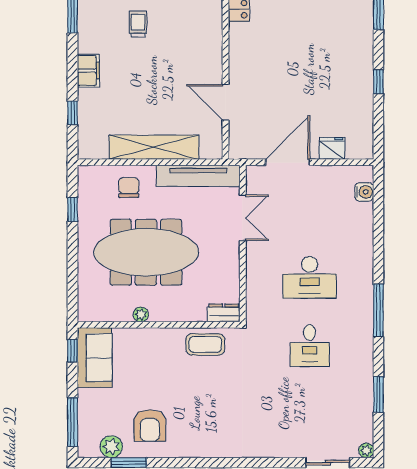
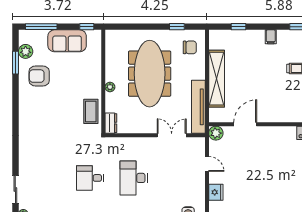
filing cabinet: (88, 71) -> (271, 37), width x0.50
plant: (239, 148) -> (216, 133), added
door: (288, 162) -> (207, 164), width x0.53
chair: (129, 188) -> (190, 47), moved
double door: (243, 218) -> (172, 135), swing flipped
plant: (141, 314) -> (110, 87), moved
sofa: (95, 358) -> (67, 41), moved

